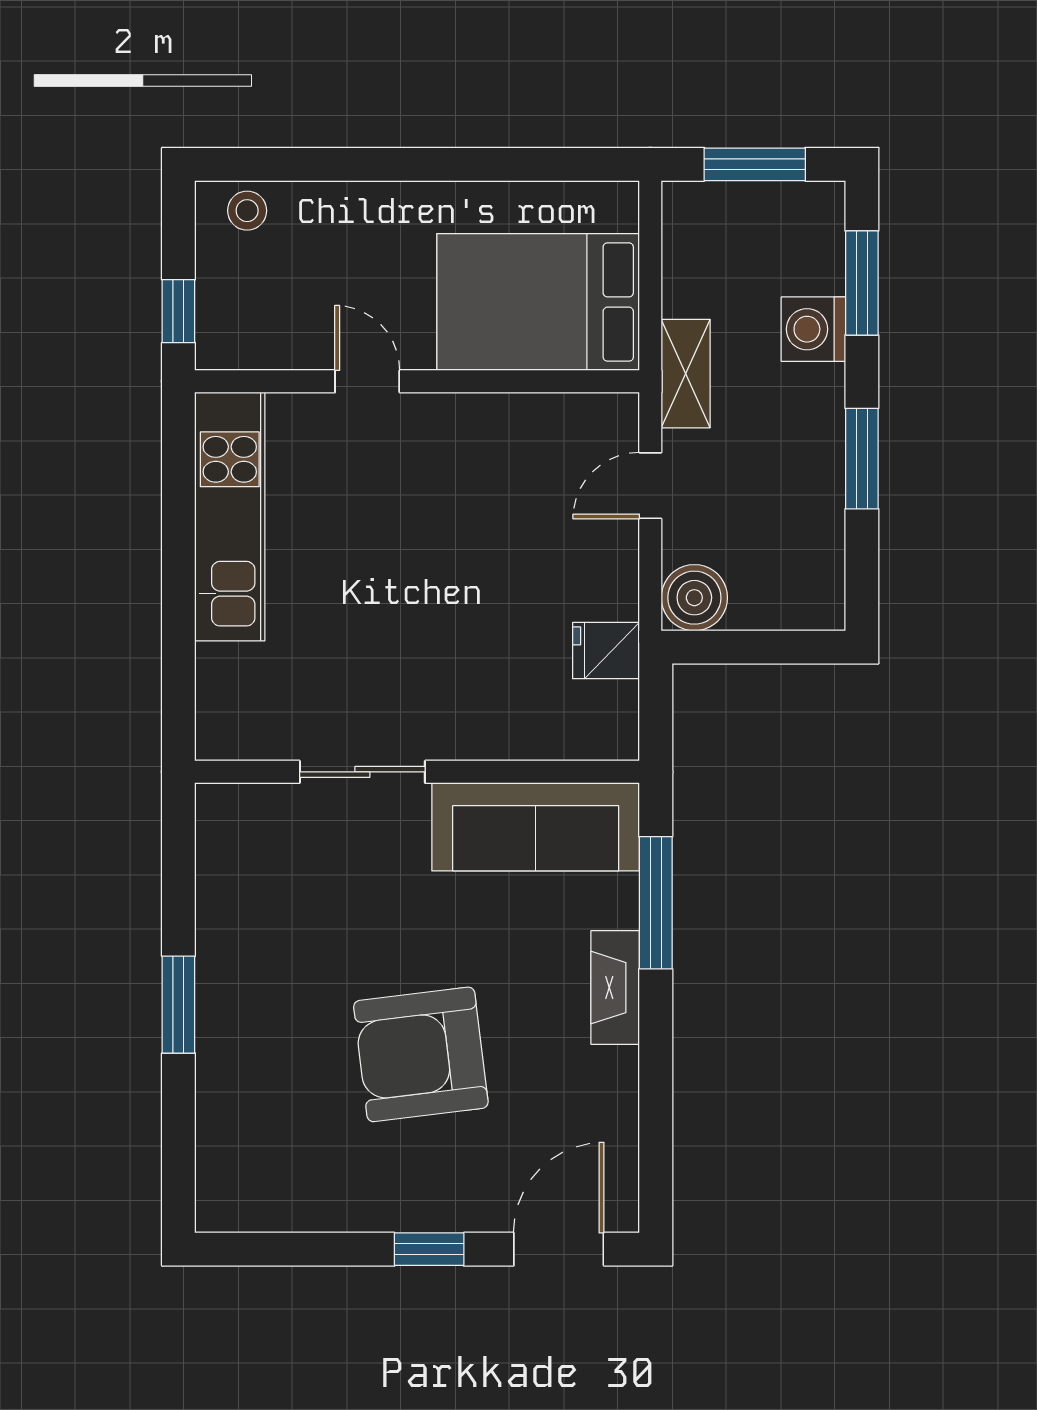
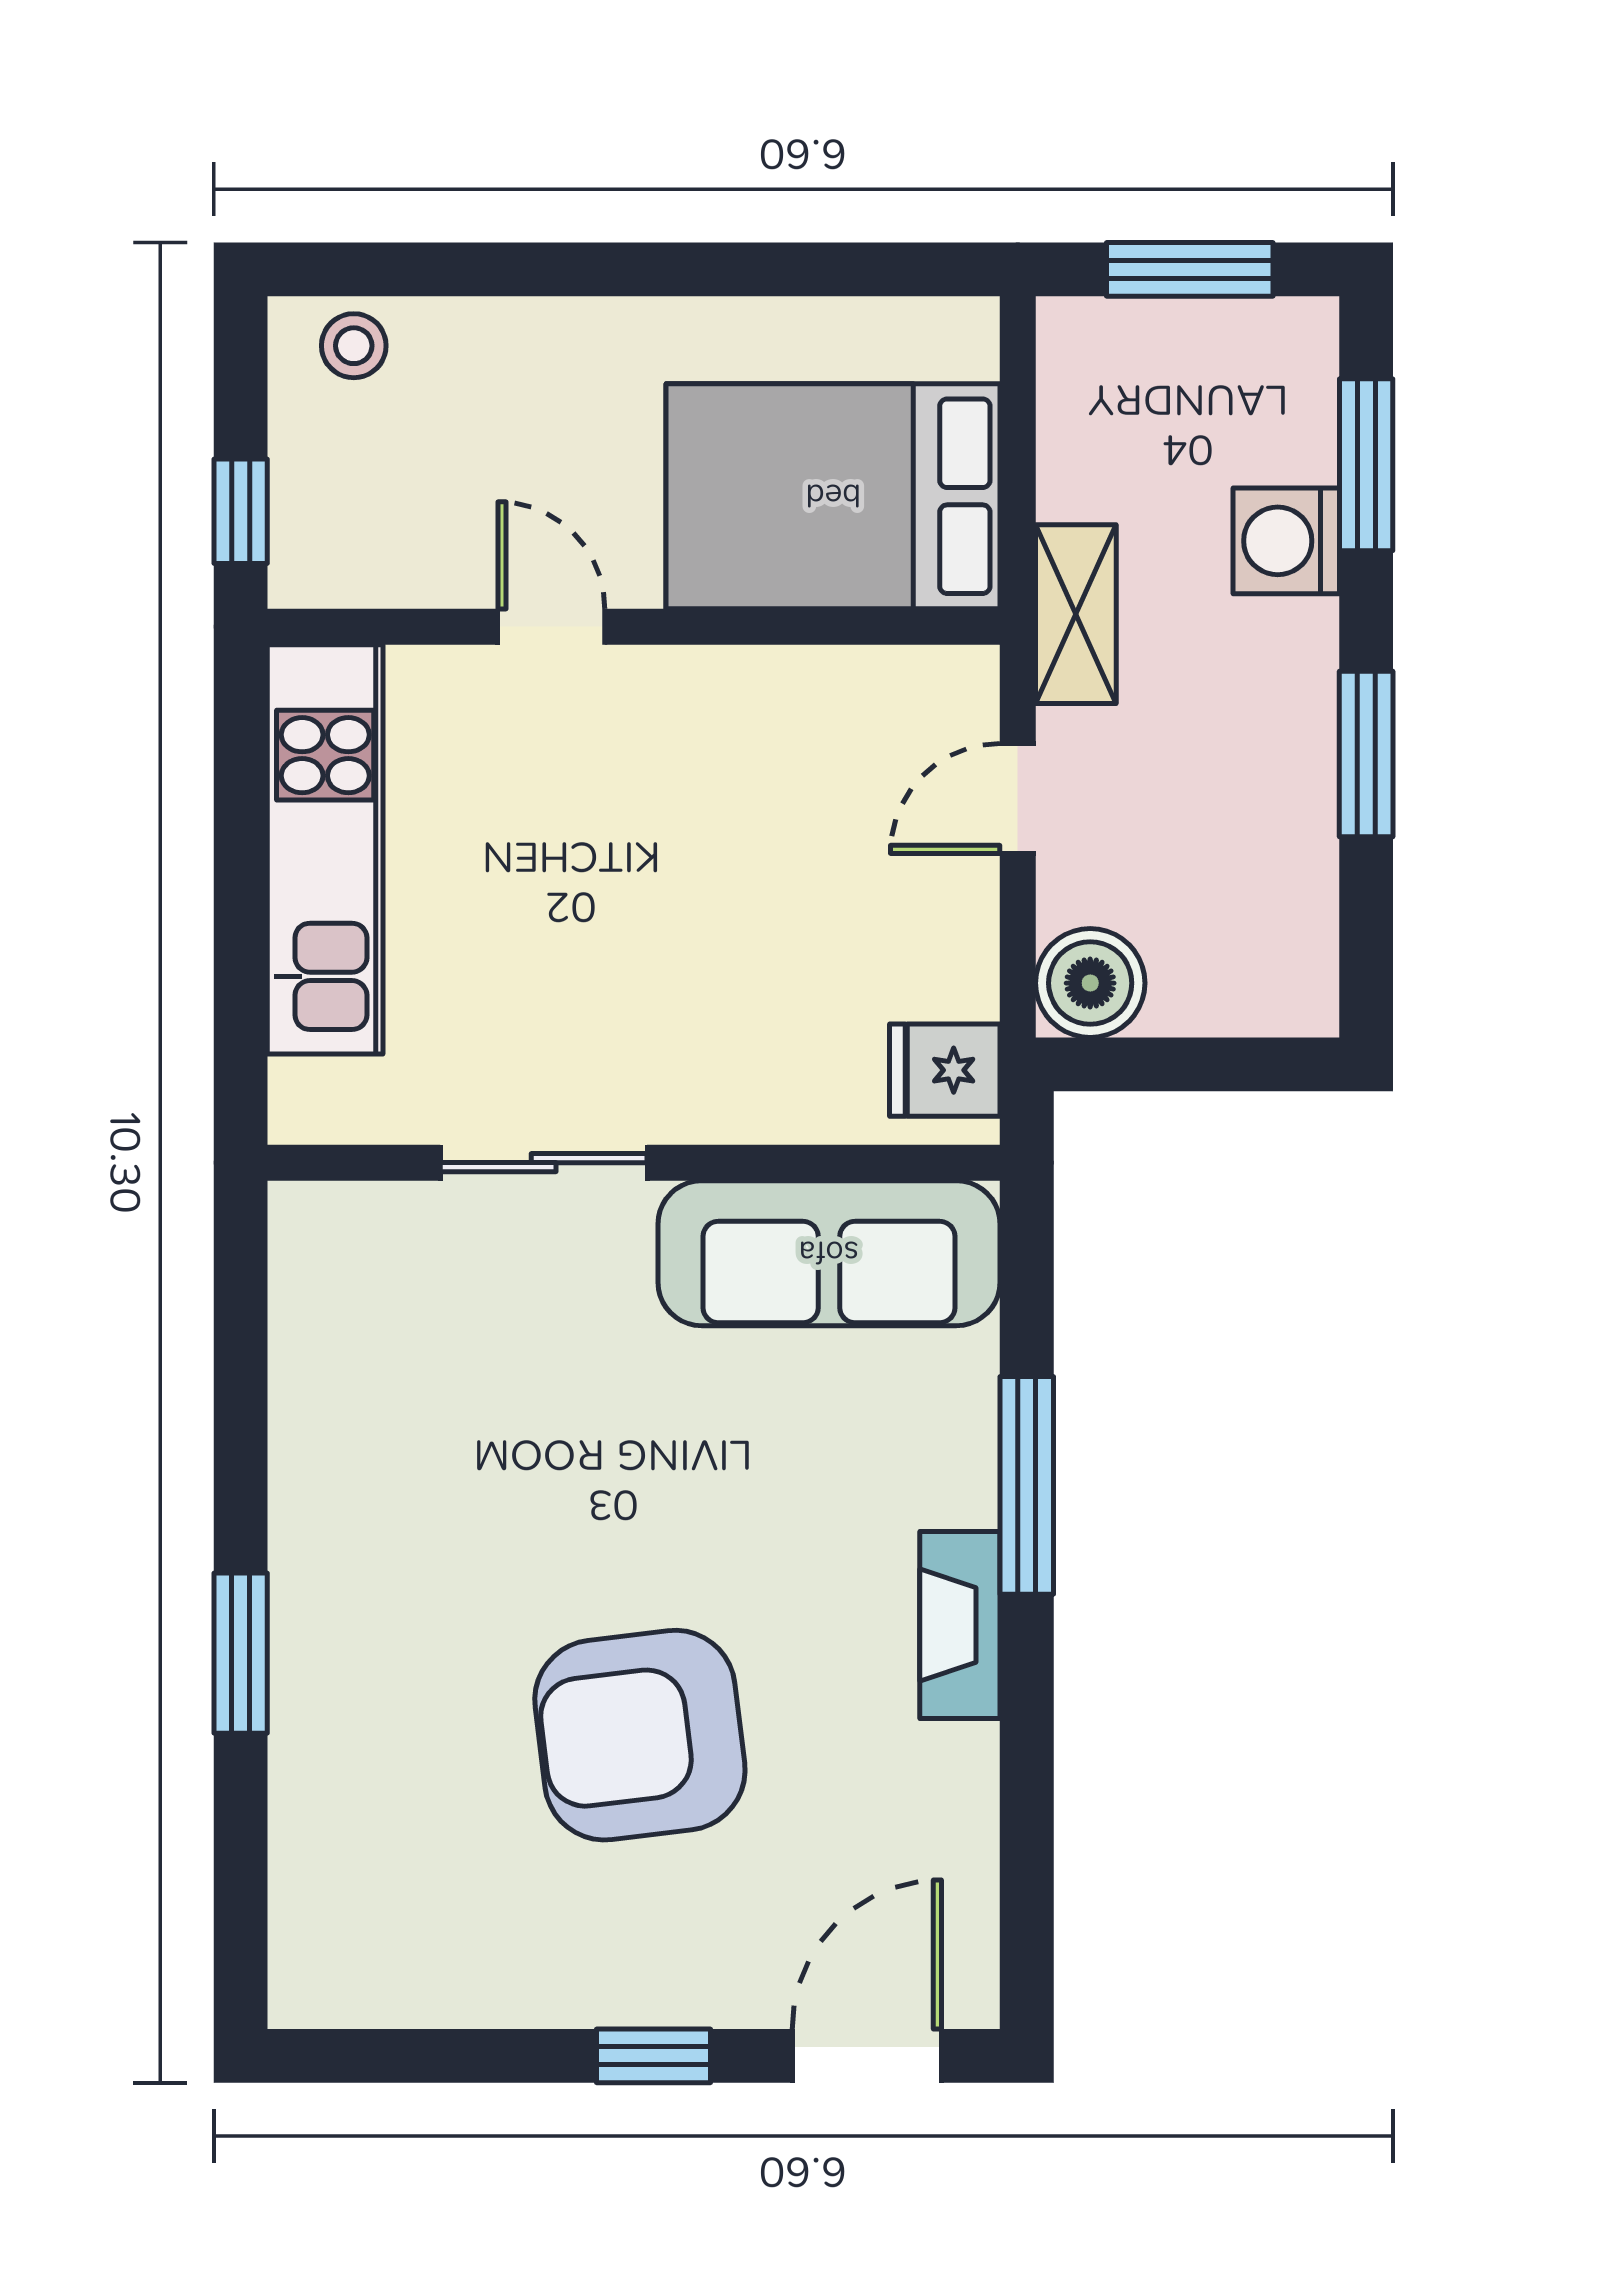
sliding door: (362, 772) -> (544, 1163), moved
wall: (417, 772) -> (634, 1163), moved
sofa: (536, 827) -> (829, 1253), moved

